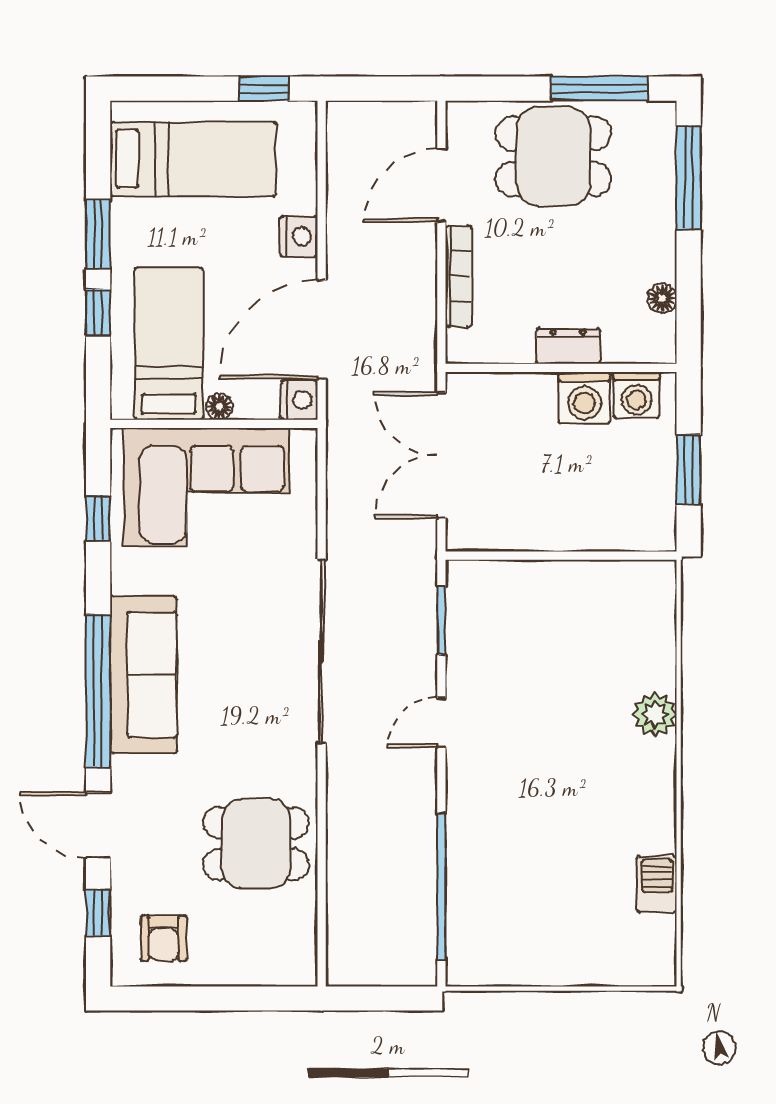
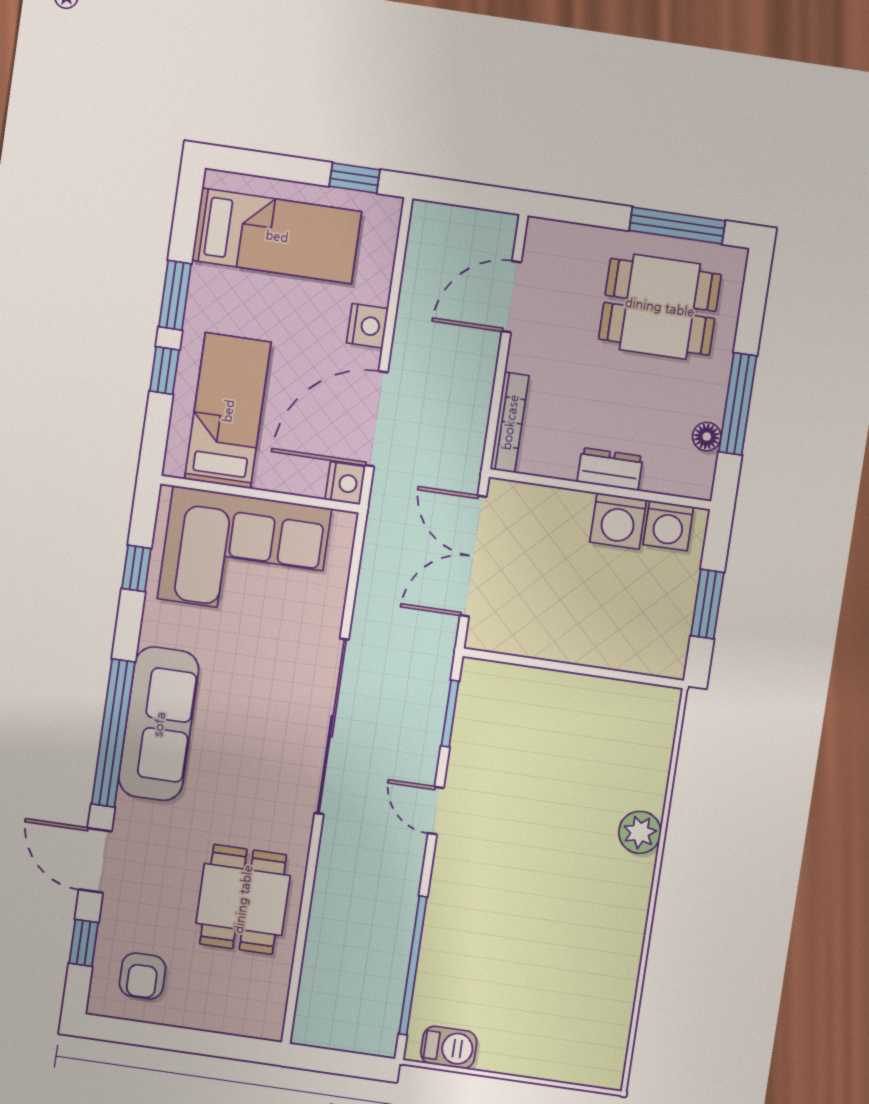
dining table: (553, 156) -> (660, 307), moved
window: (689, 178) -> (738, 404), moved
bookcase: (458, 276) -> (510, 422), moved
floor lamp: (219, 407) -> (268, 478), removed
door: (441, 723) -> (436, 811), hinge flipped
dining table: (256, 844) -> (243, 899), turned 90
barbecue: (657, 884) -> (449, 1047), moved, turned 90

